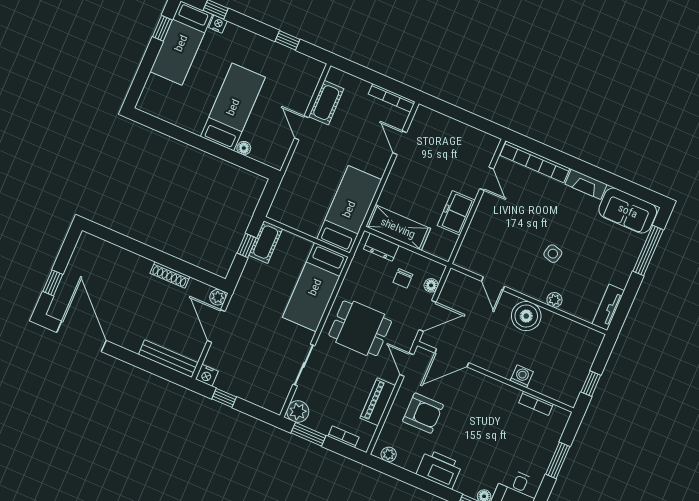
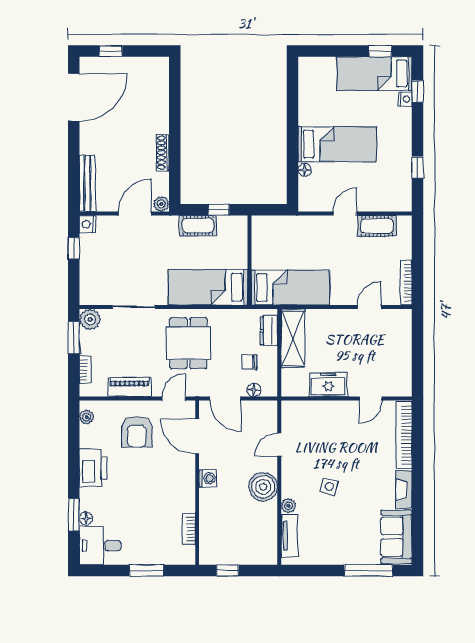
cot: (266, 242) -> (198, 226), moved
tv unit: (608, 307) -> (289, 536), moved, turned 90
washing machine: (522, 376) -> (208, 478), moved

